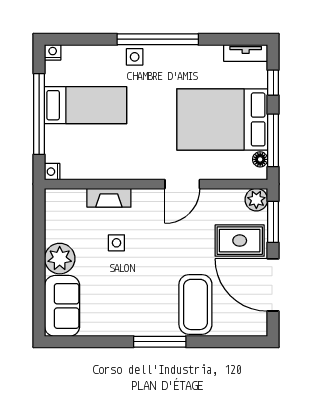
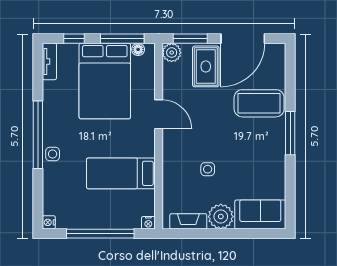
bed: (86, 105) -> (121, 173), moved, turned -90
fireplace: (109, 198) -> (188, 221), moved, turned -90

